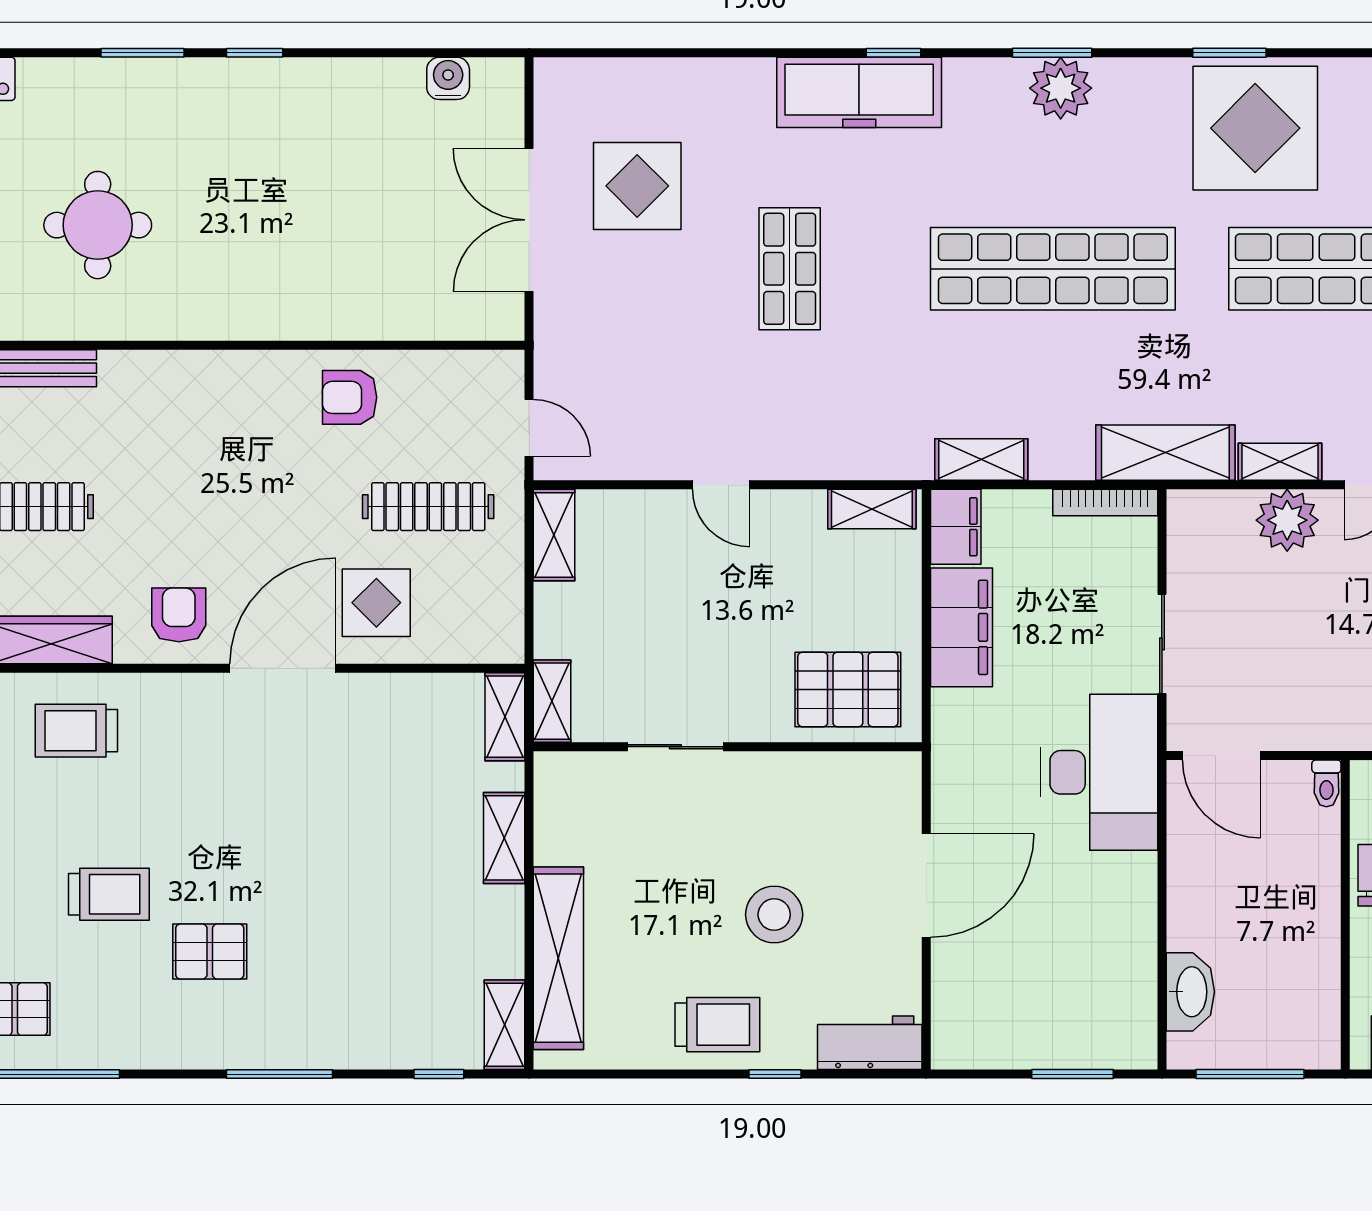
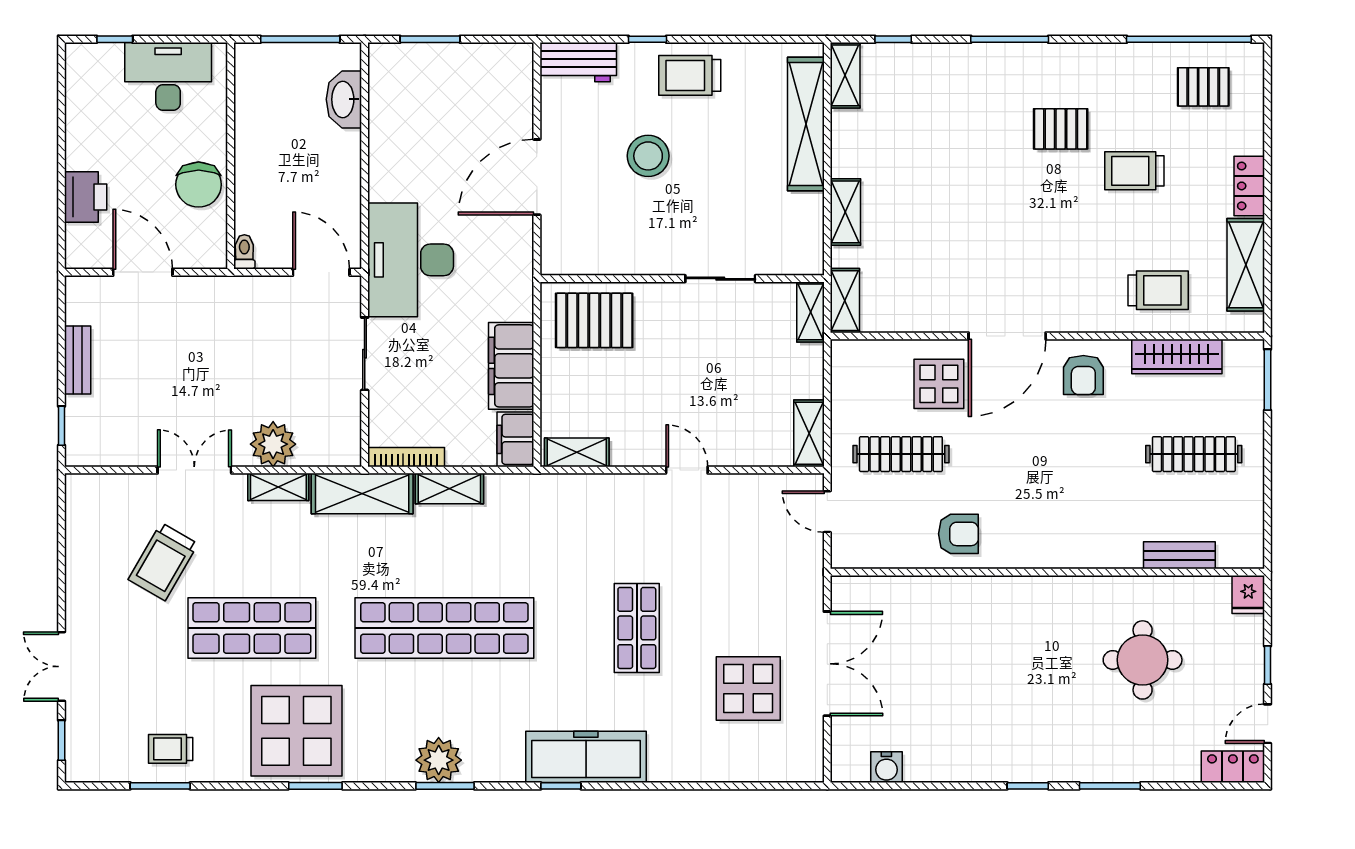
shelving: (981, 460) -> (449, 488), moved

